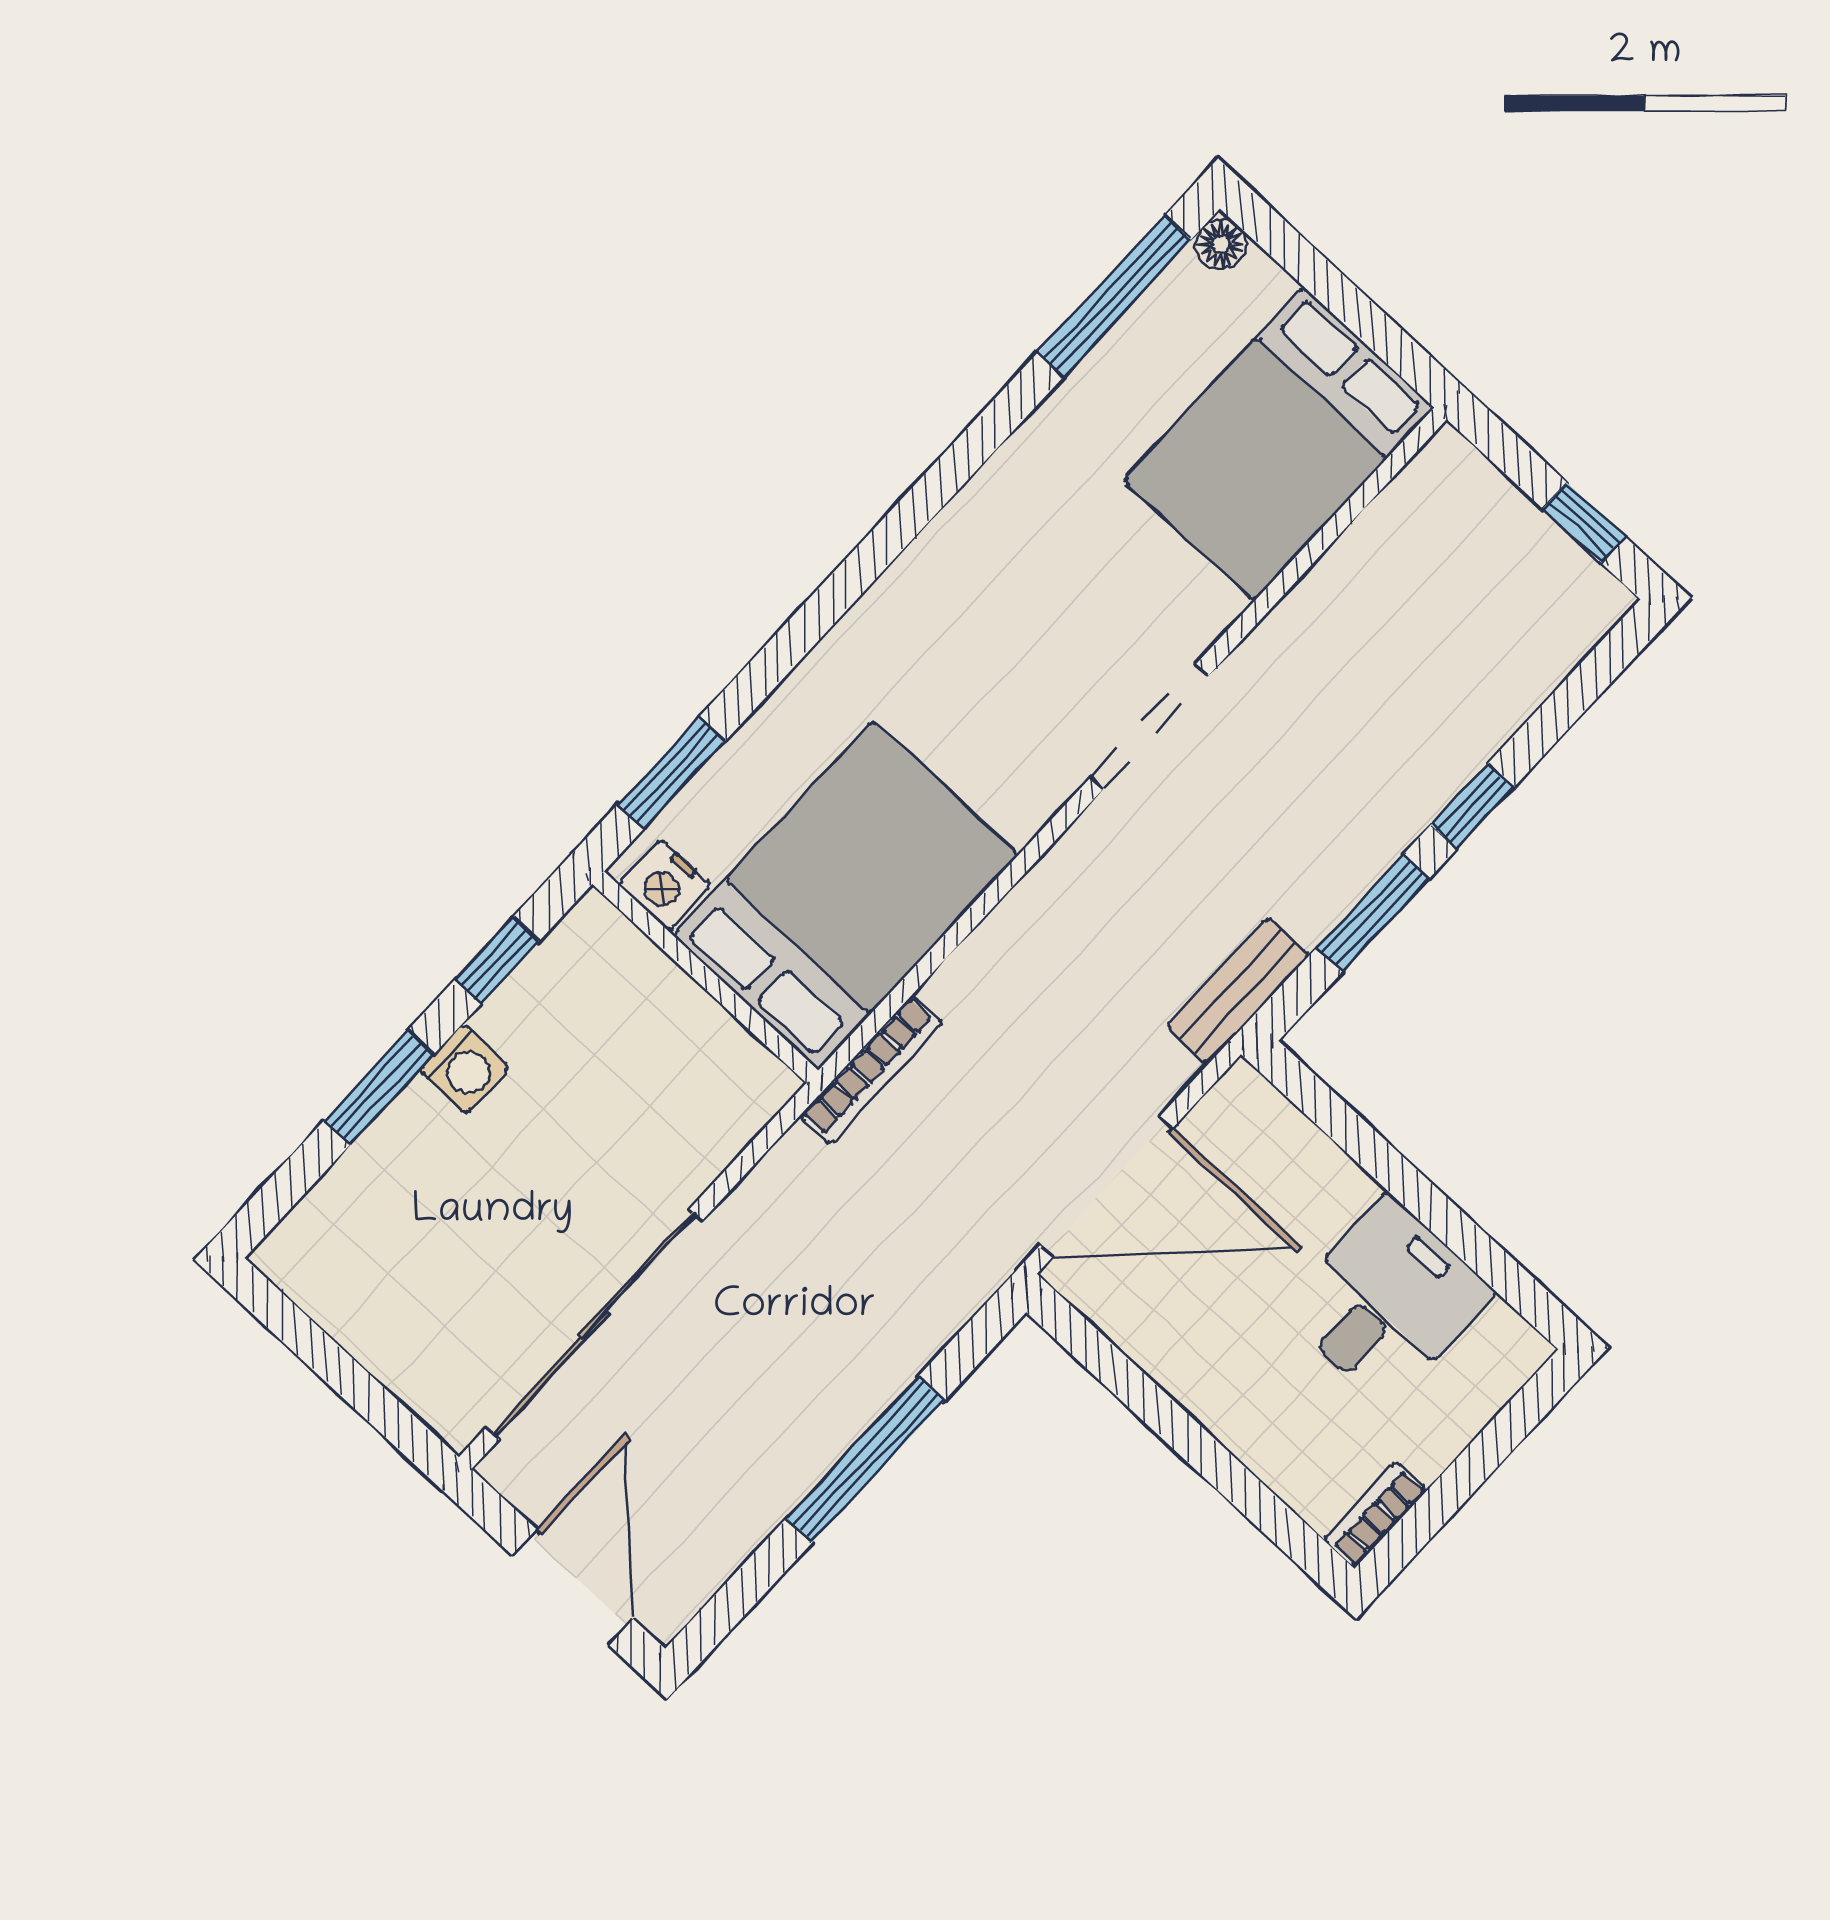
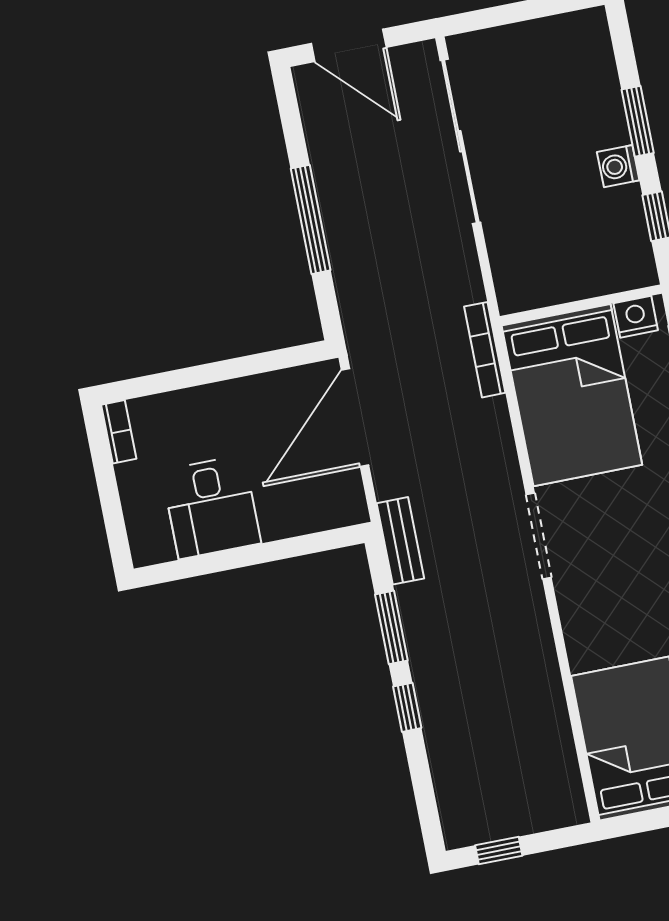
doorway: (1149, 727) -> (539, 536), moved

